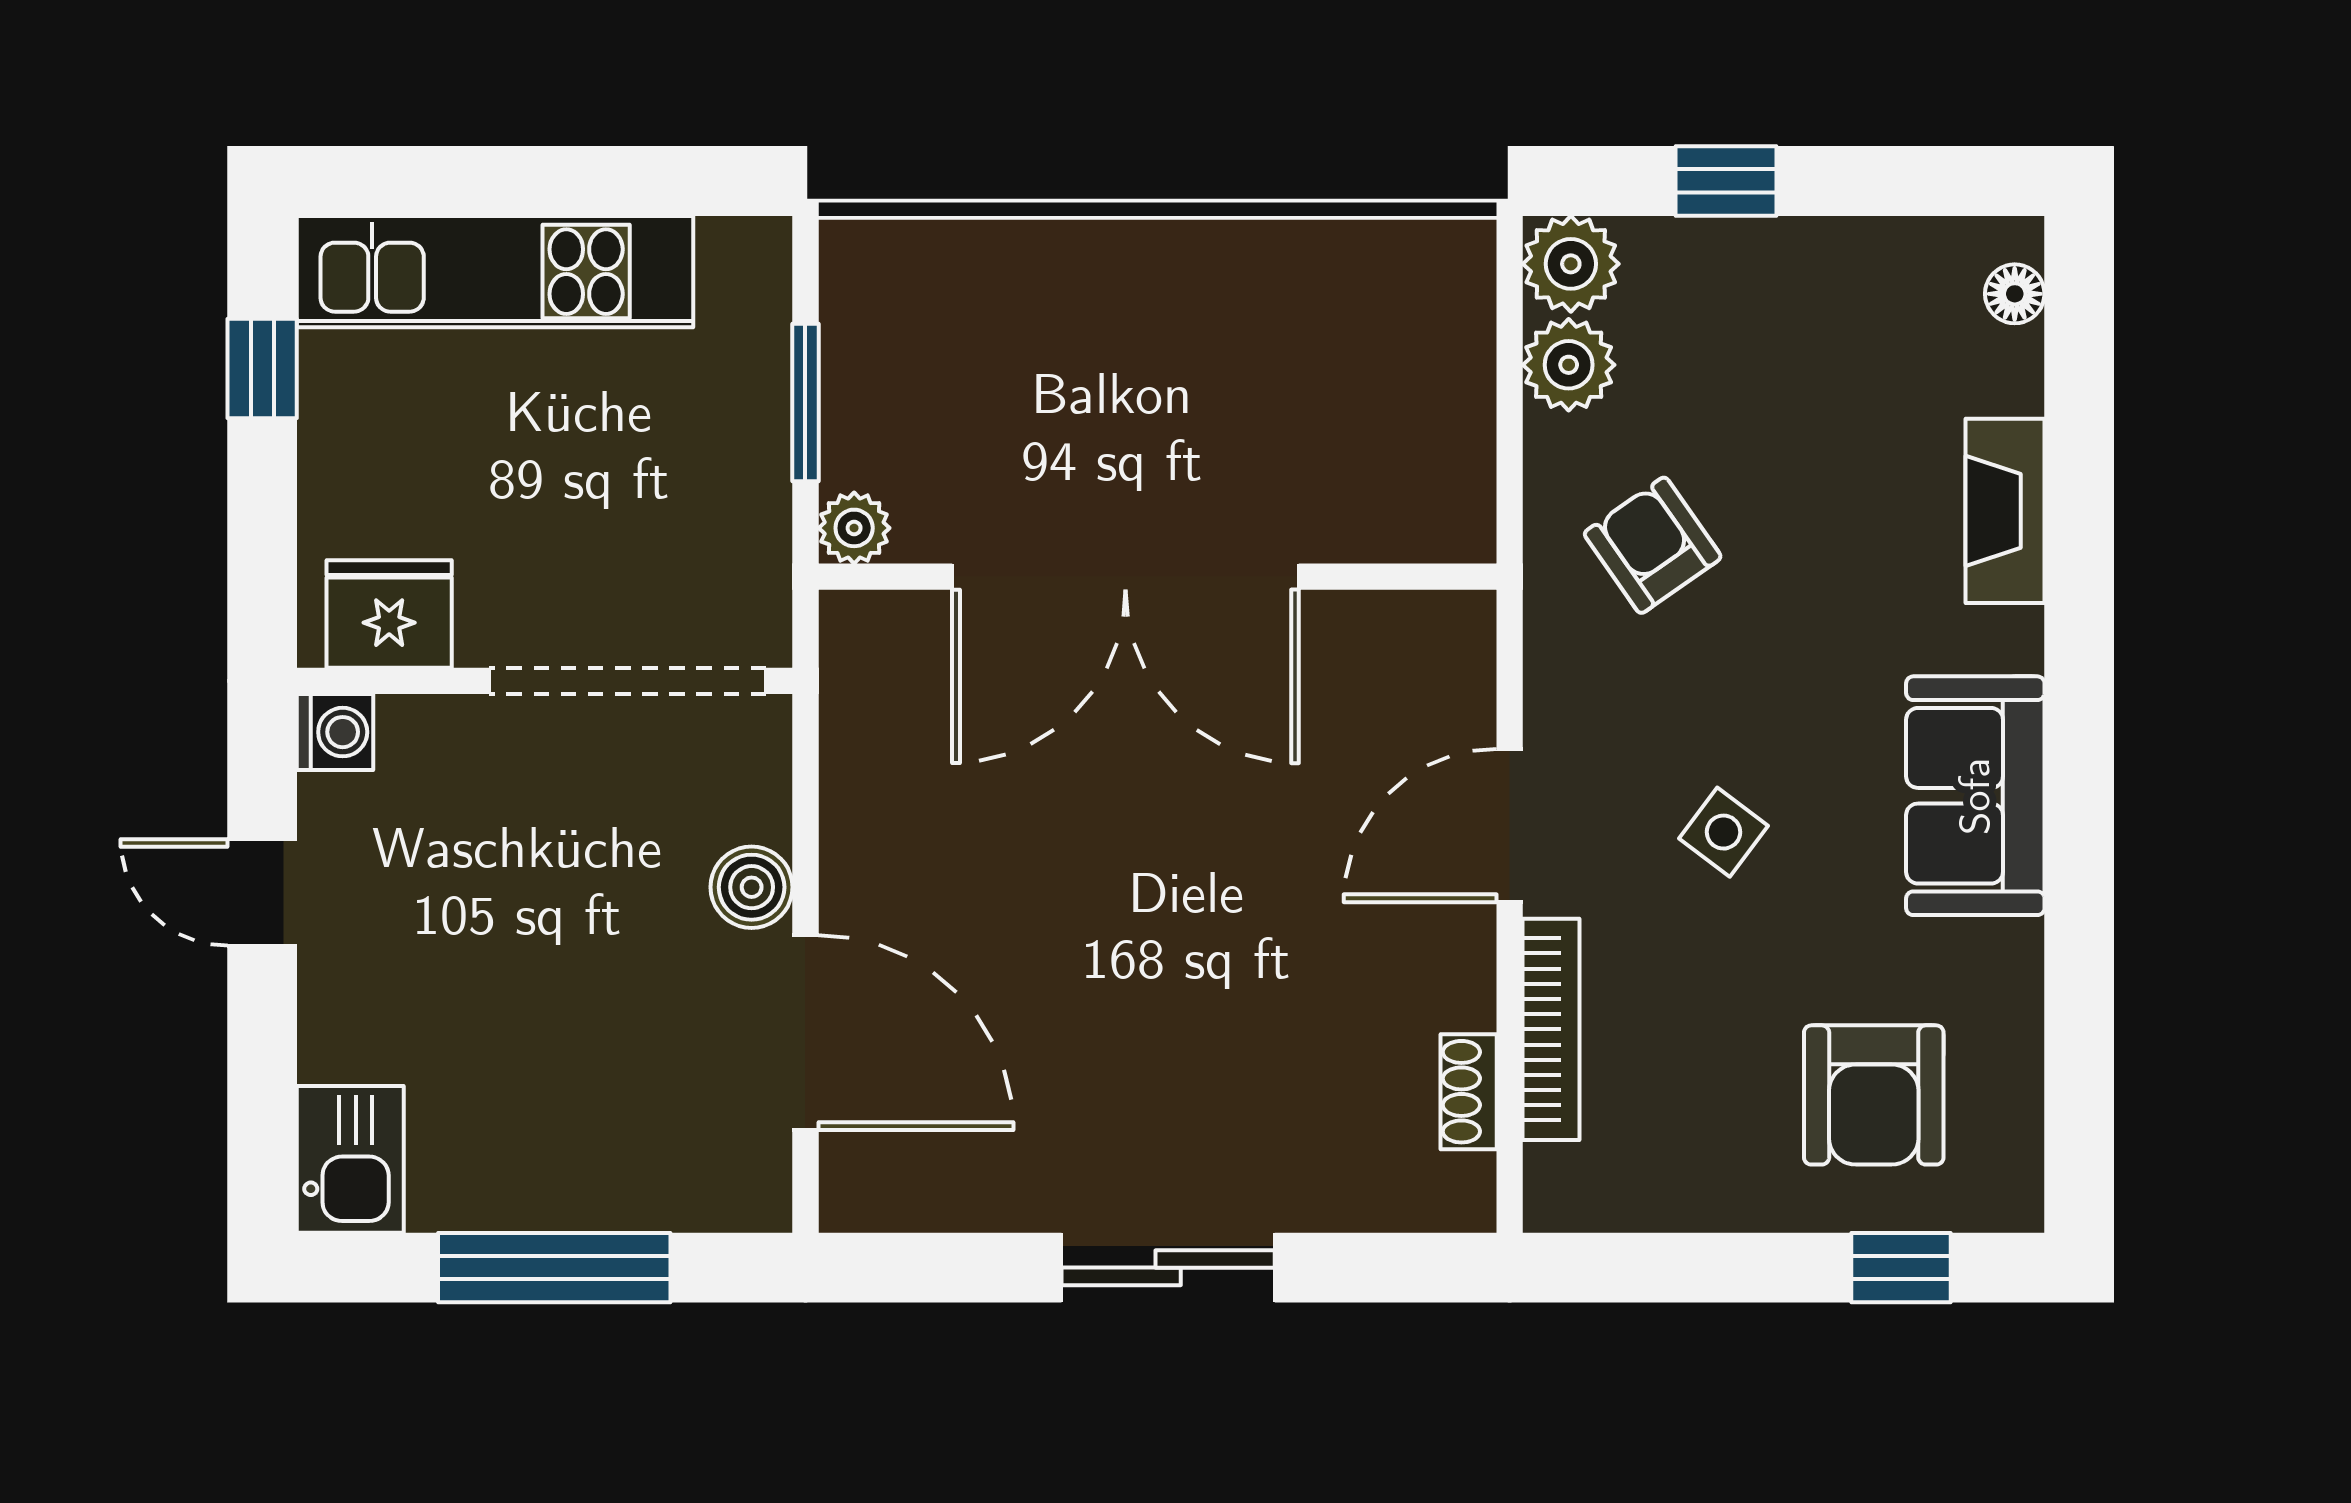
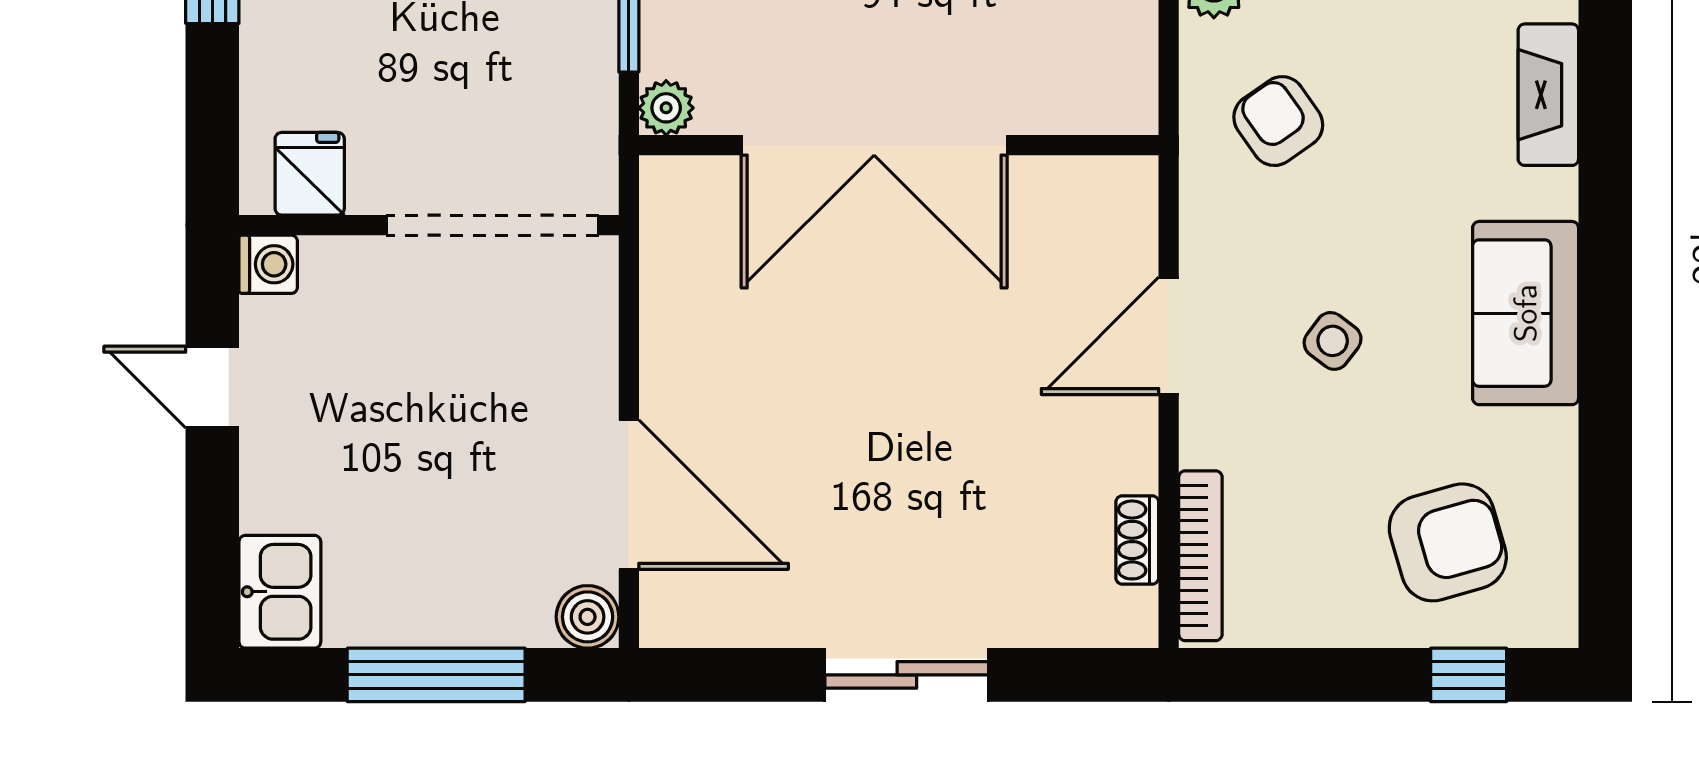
fridge: (389, 614) -> (310, 174), width x0.72
boiler: (752, 887) -> (588, 617), moved
bookcase: (1551, 1029) -> (1200, 556), moved
armchair: (1874, 1095) -> (1448, 542), turned -106

